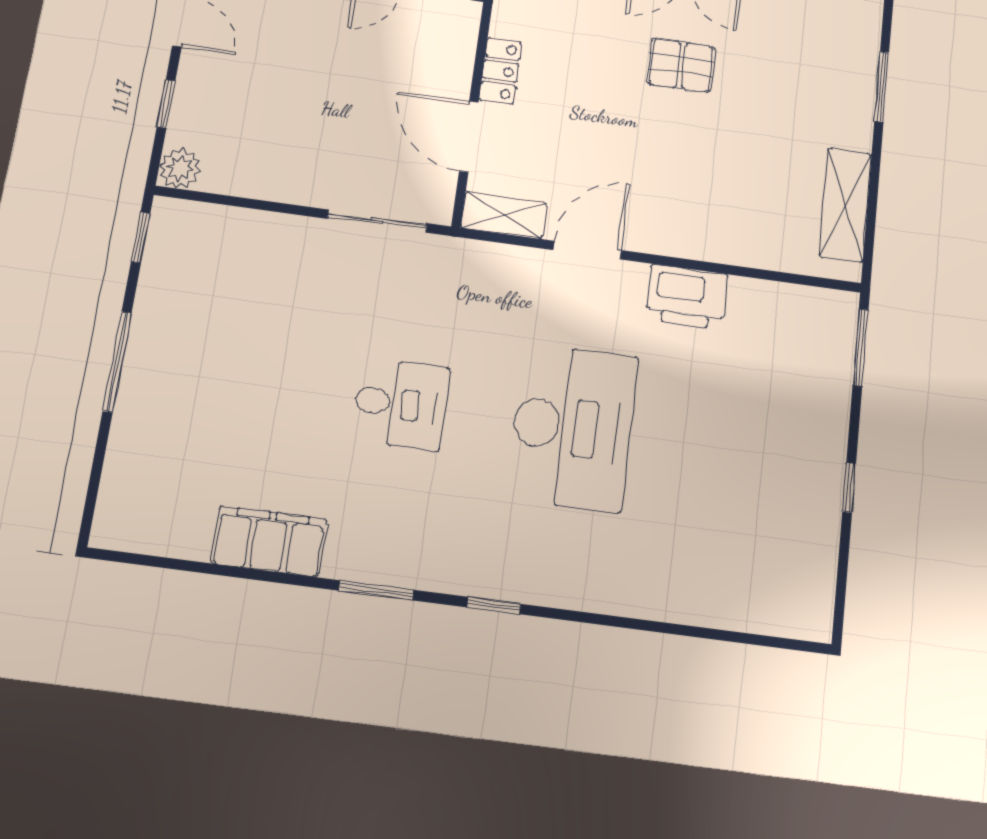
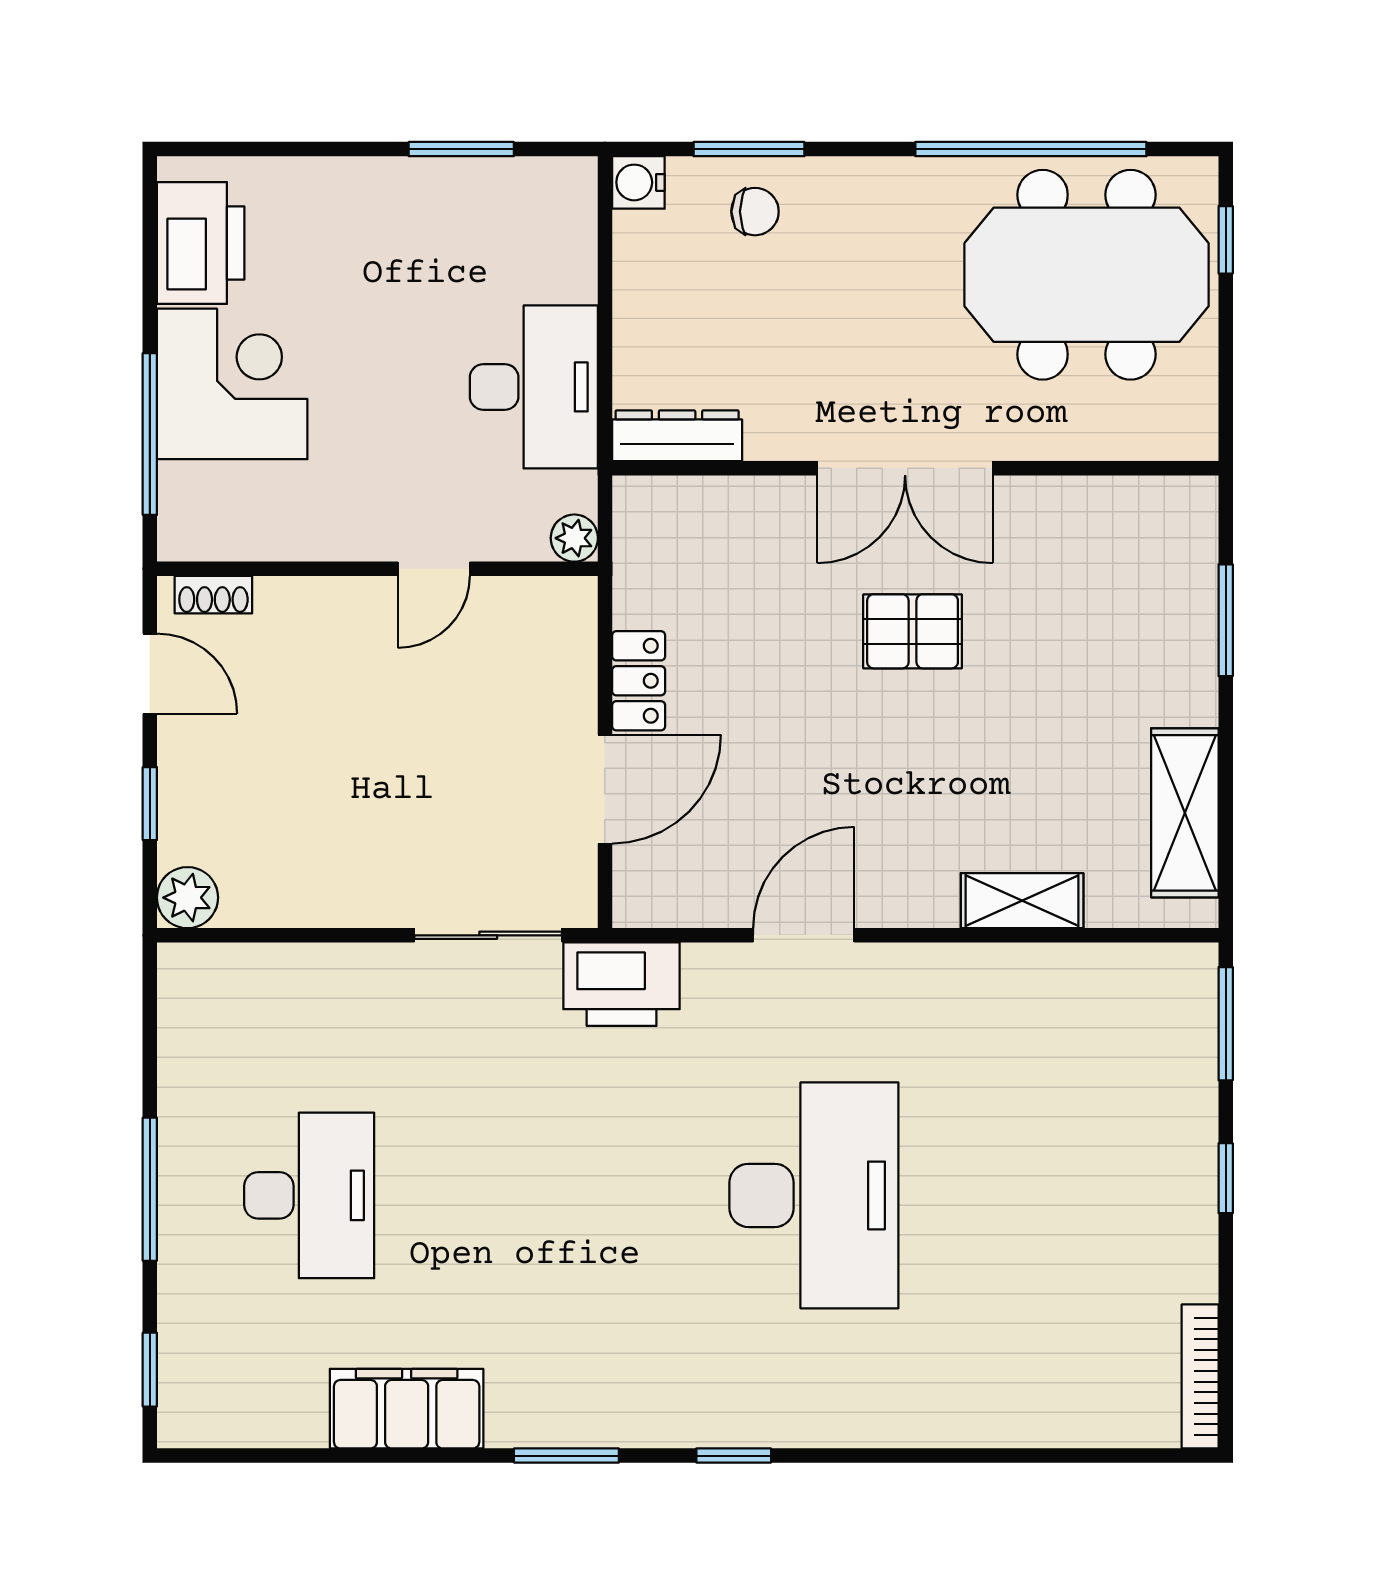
door: (469, 137) -> (605, 789), swing flipped
shelving: (504, 215) -> (1022, 901), moved
window: (141, 238) -> (150, 1370), moved
printer: (687, 297) -> (622, 984), moved
desk: (400, 404) -> (309, 1195), moved, width x1.37
window: (849, 488) -> (1226, 1178), moved
bookcase: (823, 590) -> (1200, 1376), added

